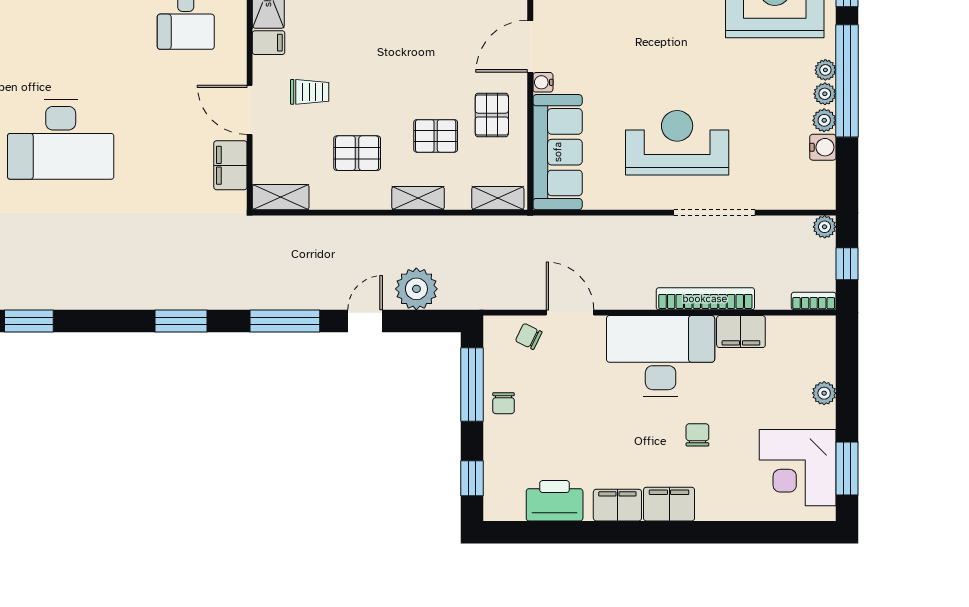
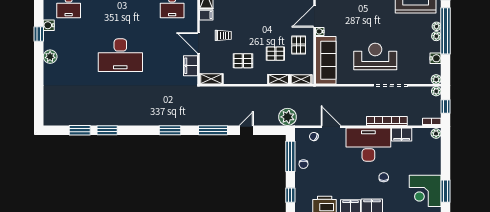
plant: (824, 120) -> (436, 79), moved
shelving: (418, 198) -> (279, 79), moved
plant: (416, 289) -> (288, 117), moved
plant: (824, 393) -> (436, 133), moved

